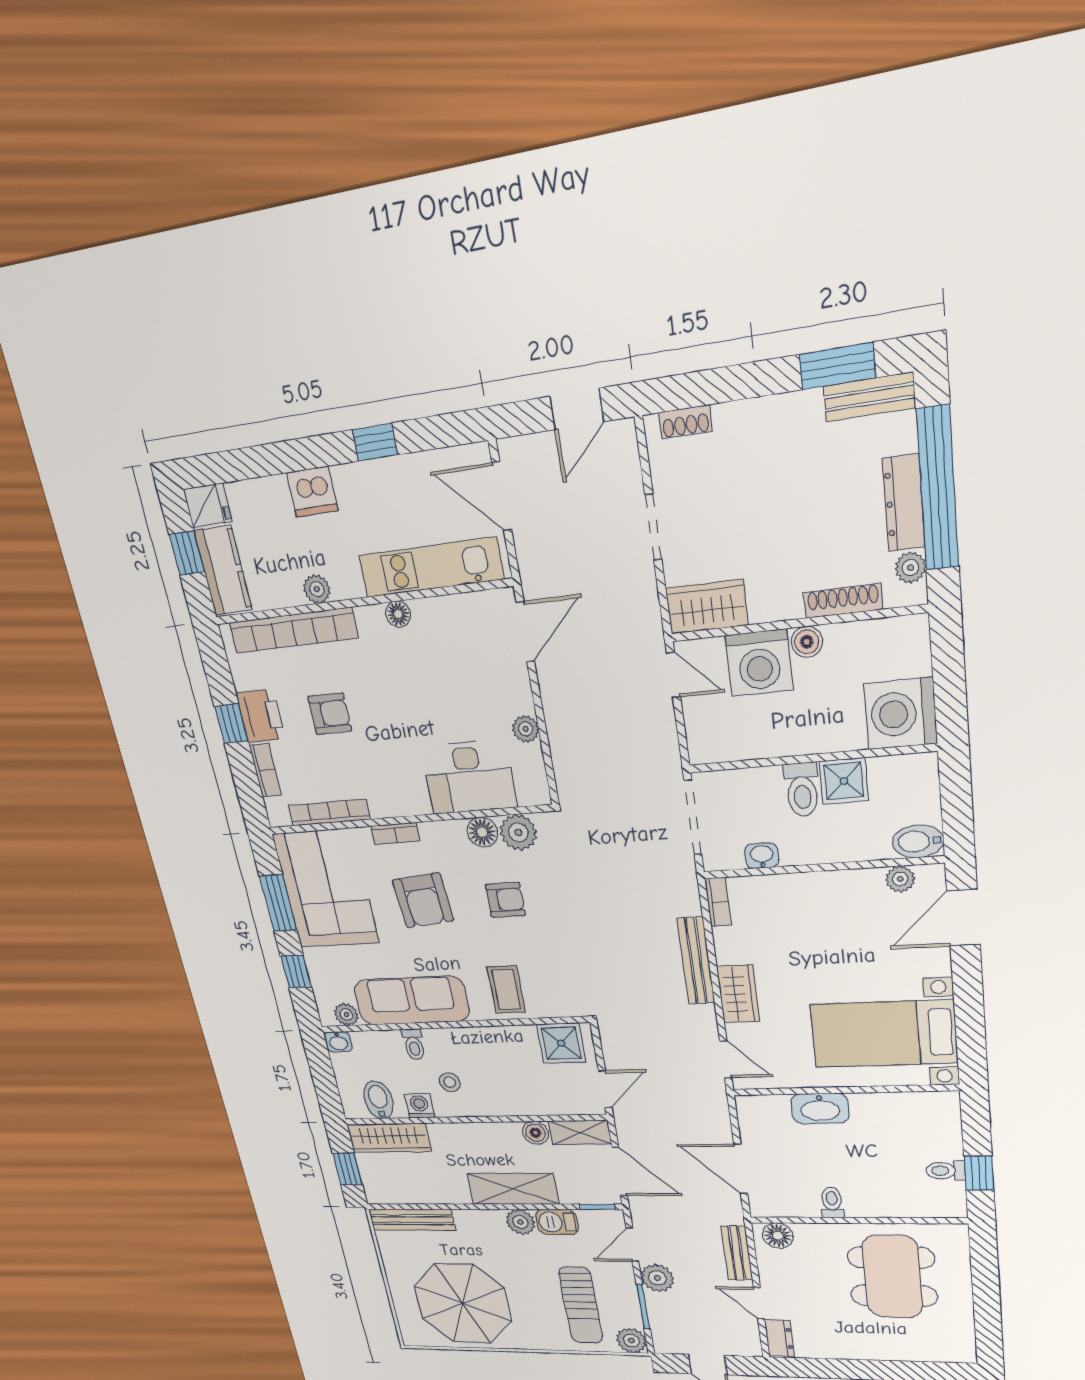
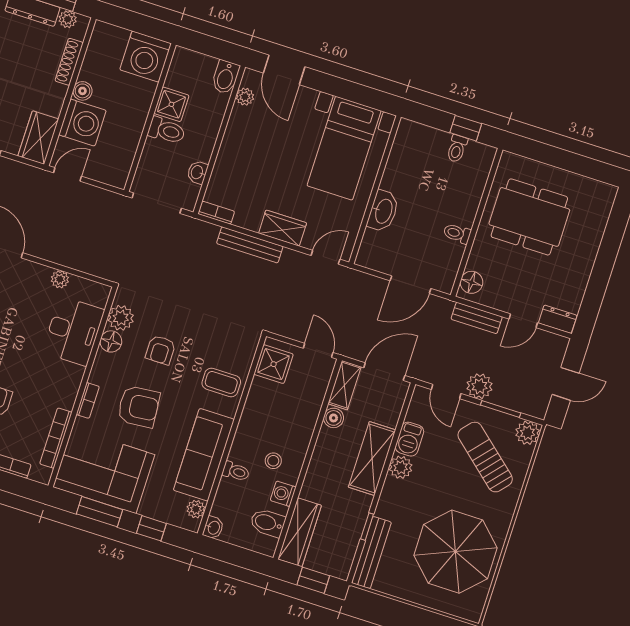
armchair: (505, 900) -> (161, 350), turned 180
window: (597, 1207) -> (367, 527), moved
sun lounger: (581, 1305) -> (485, 457), turned -139

